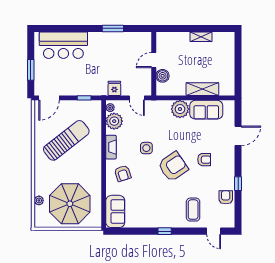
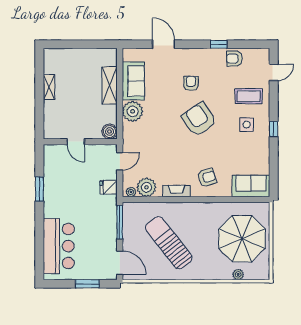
boiler: (163, 76) -> (110, 131), moved
window: (84, 98) -> (120, 222), width x2.17
side table: (146, 148) -> (247, 125), moved

